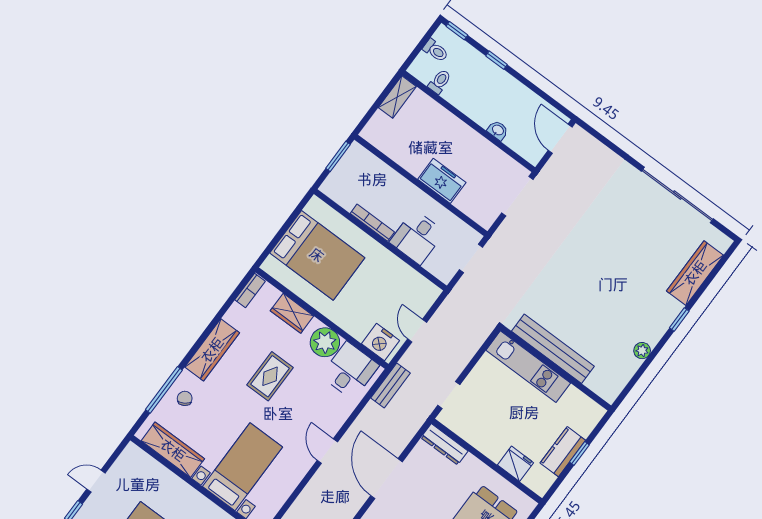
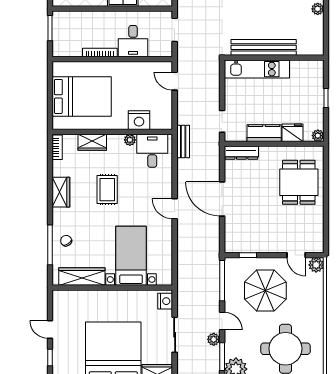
door: (417, 331) -> (175, 81), moved
plant: (325, 342) -> (130, 140), width x0.53, depth x0.53
nightstand: (381, 342) -> (139, 120), moved
wardrobe: (212, 350) -> (61, 192), width x0.67
kitchen counter: (563, 452) -> (264, 133), moved, turned 90
door: (96, 481) -> (50, 329), hinge flipped
plant: (540, 487) -> (318, 136), added

